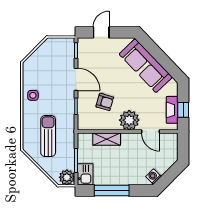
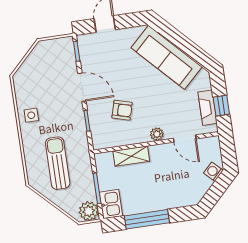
plant: (129, 120) -> (157, 134), width x0.53, depth x0.53
washing machine: (153, 177) -> (213, 172), moved

